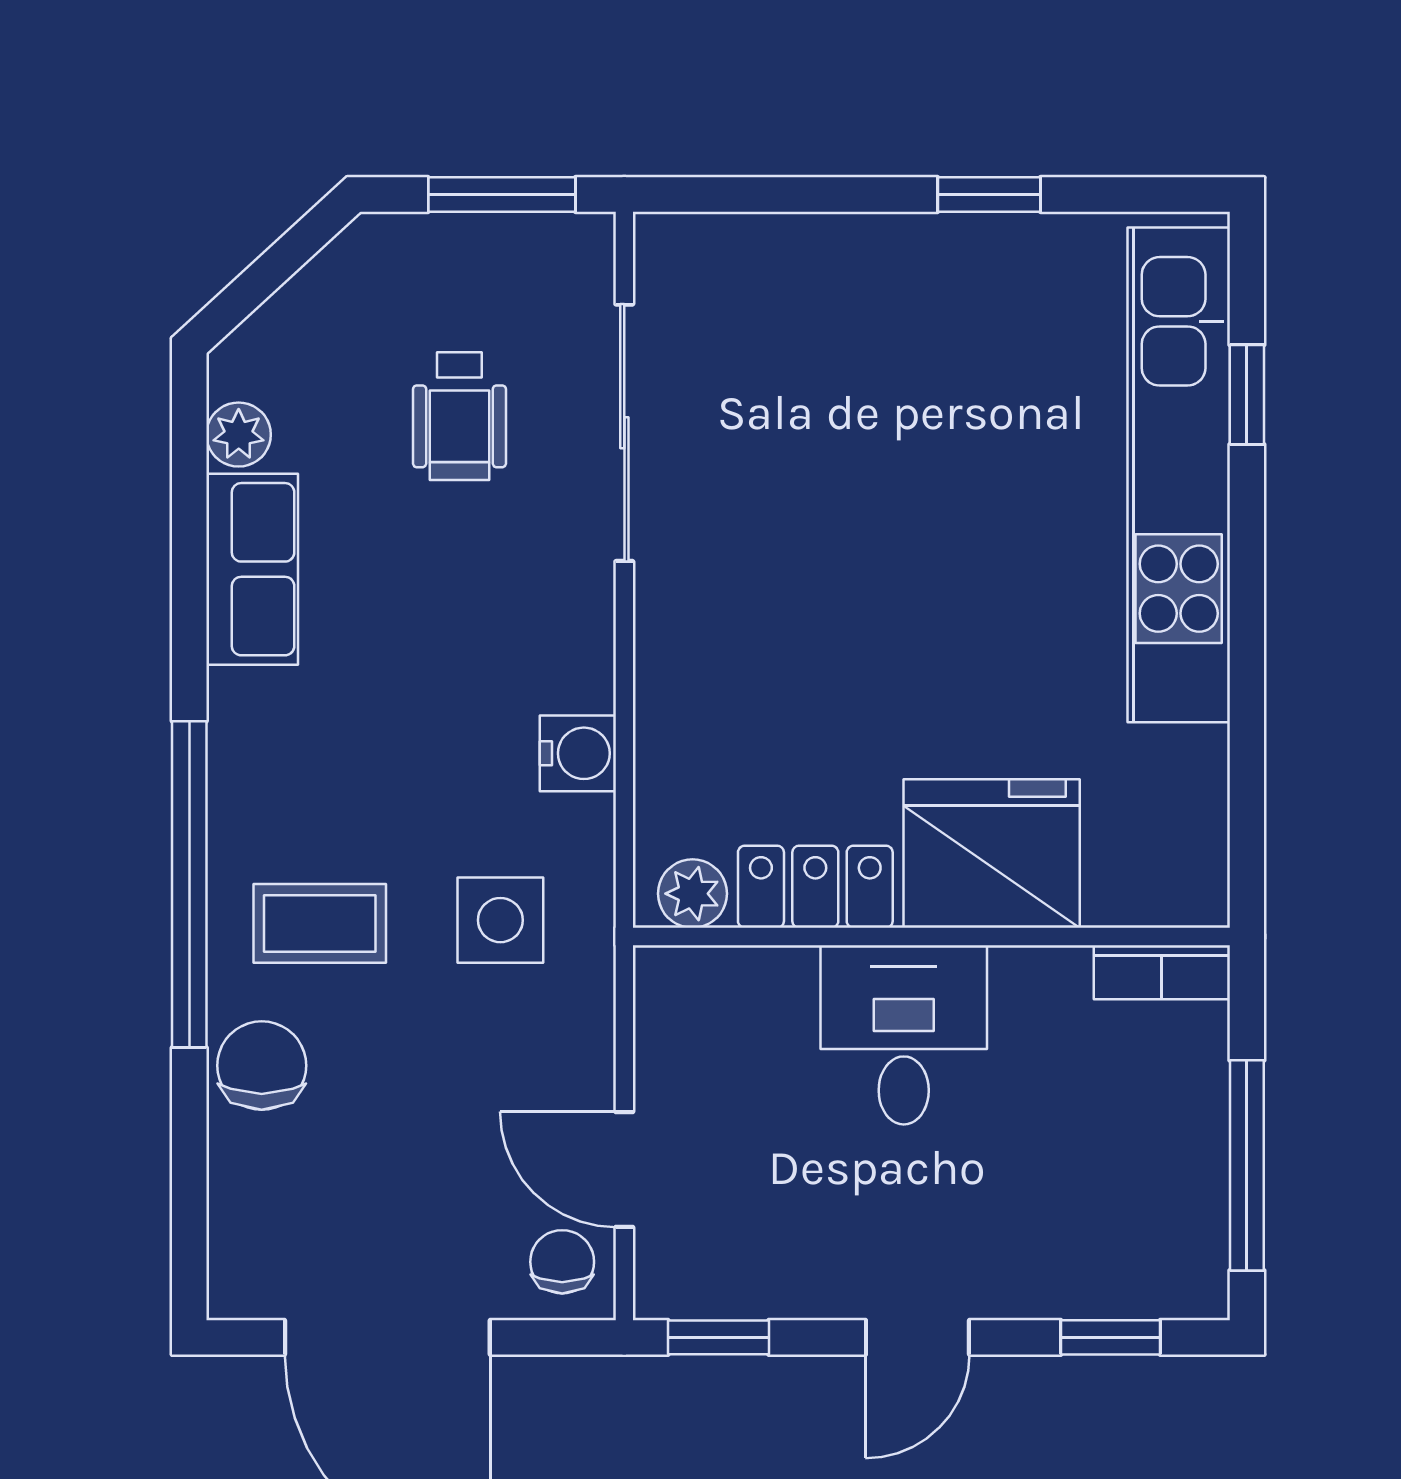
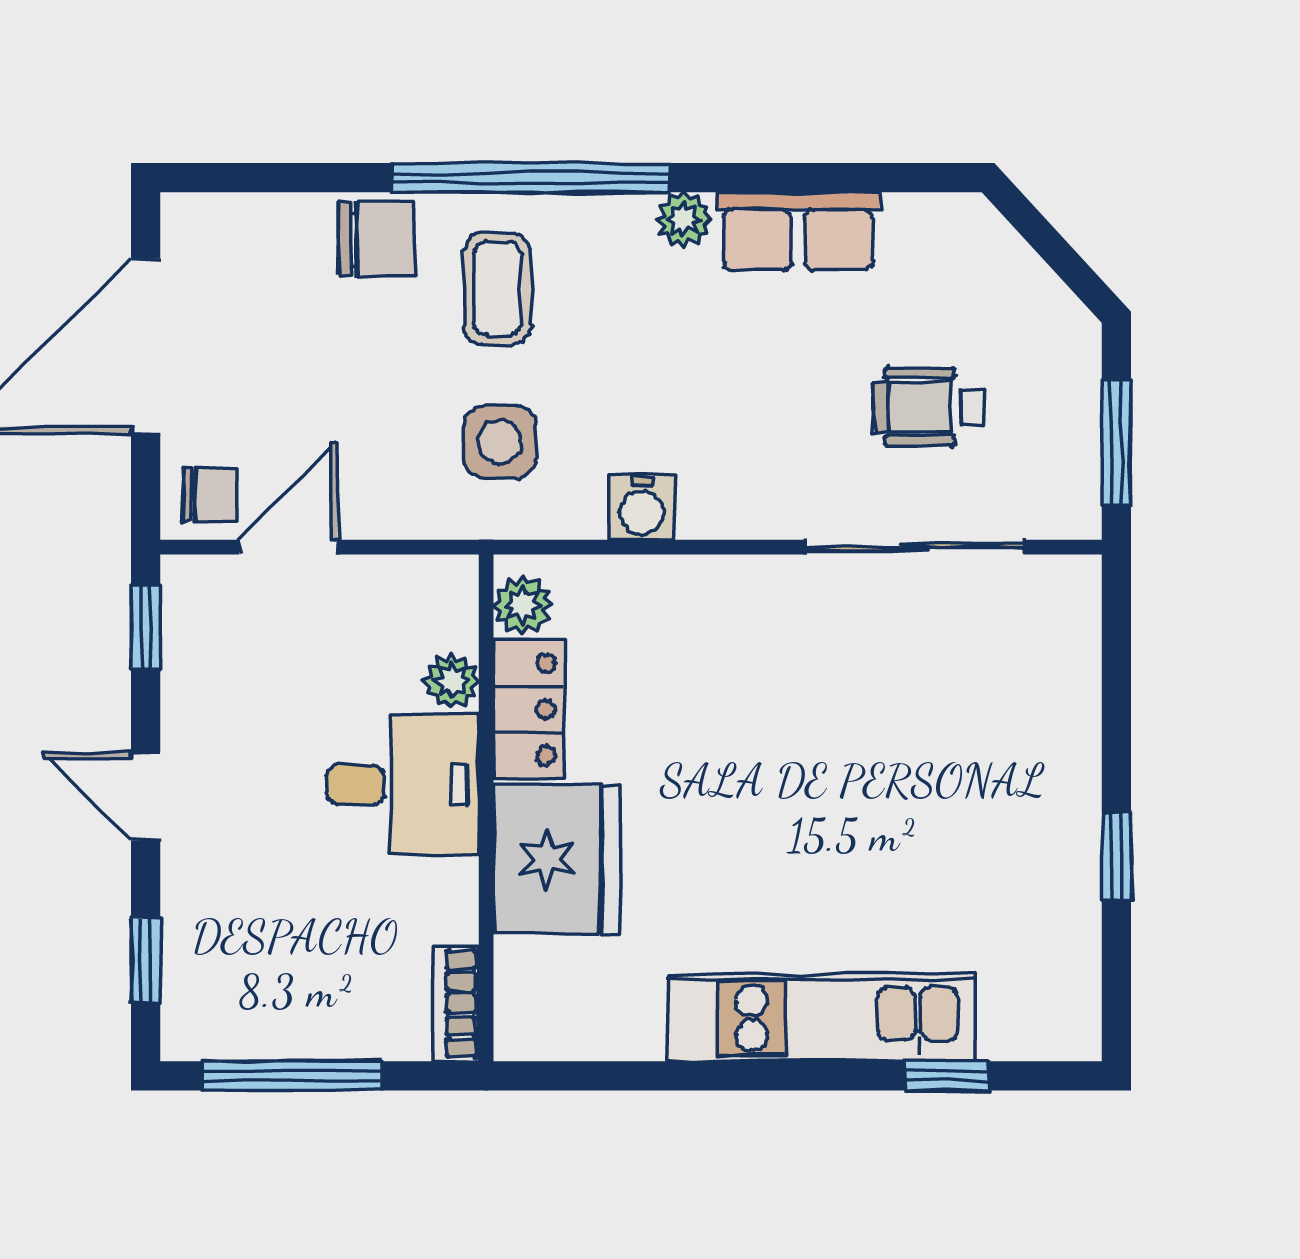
plant: (239, 435) -> (684, 220), moved
kitchen unit: (1179, 475) -> (822, 1018), width x0.73
plant: (782, 977) -> (452, 681), added

